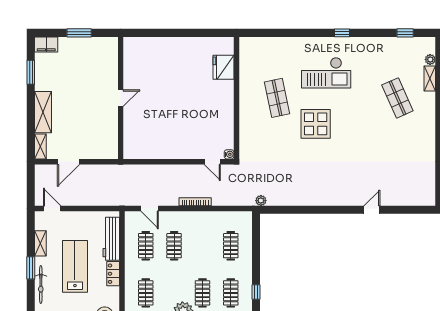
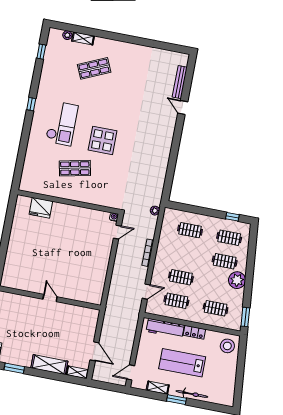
plant: (261, 201) -> (155, 211), moved
bench: (401, 201) -> (180, 82), added

